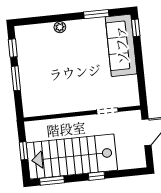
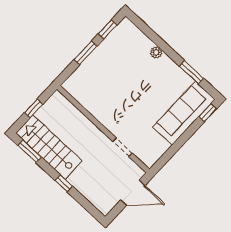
stairs: (72, 157) -> (49, 147), width x0.73, depth x0.66

